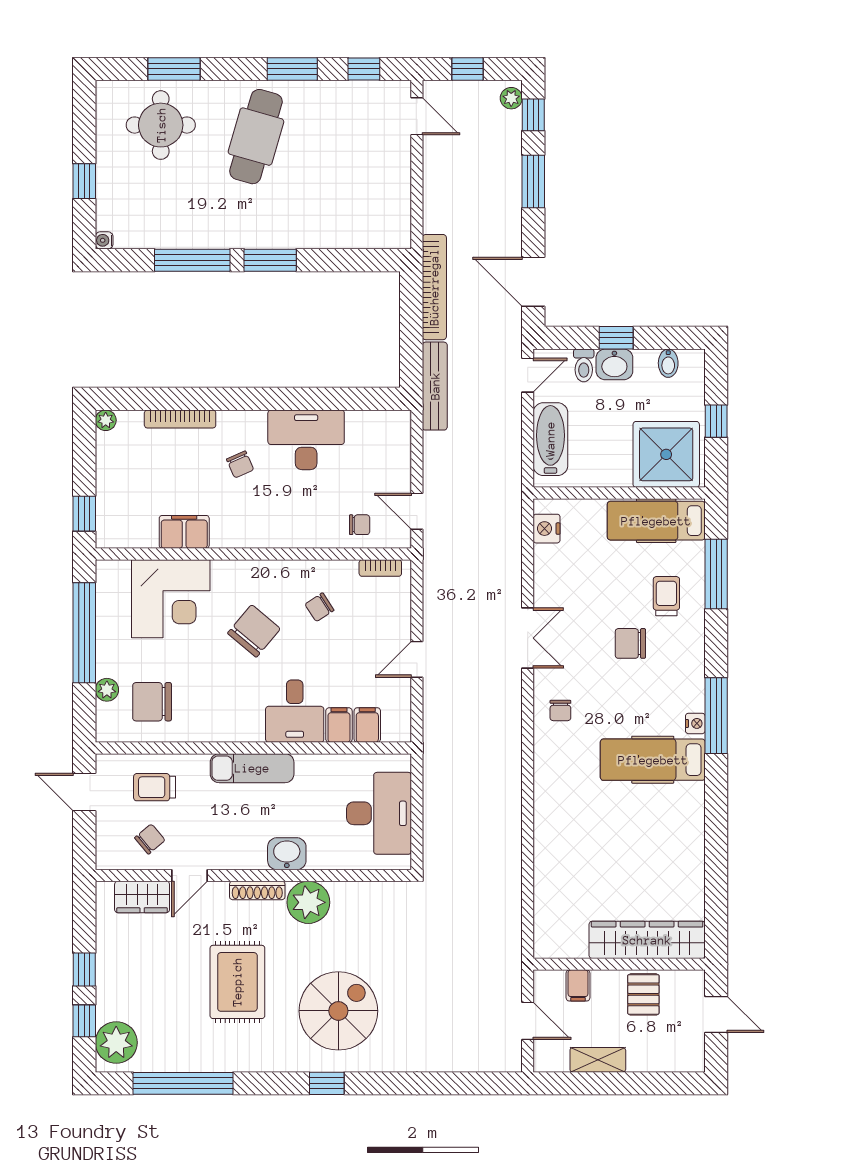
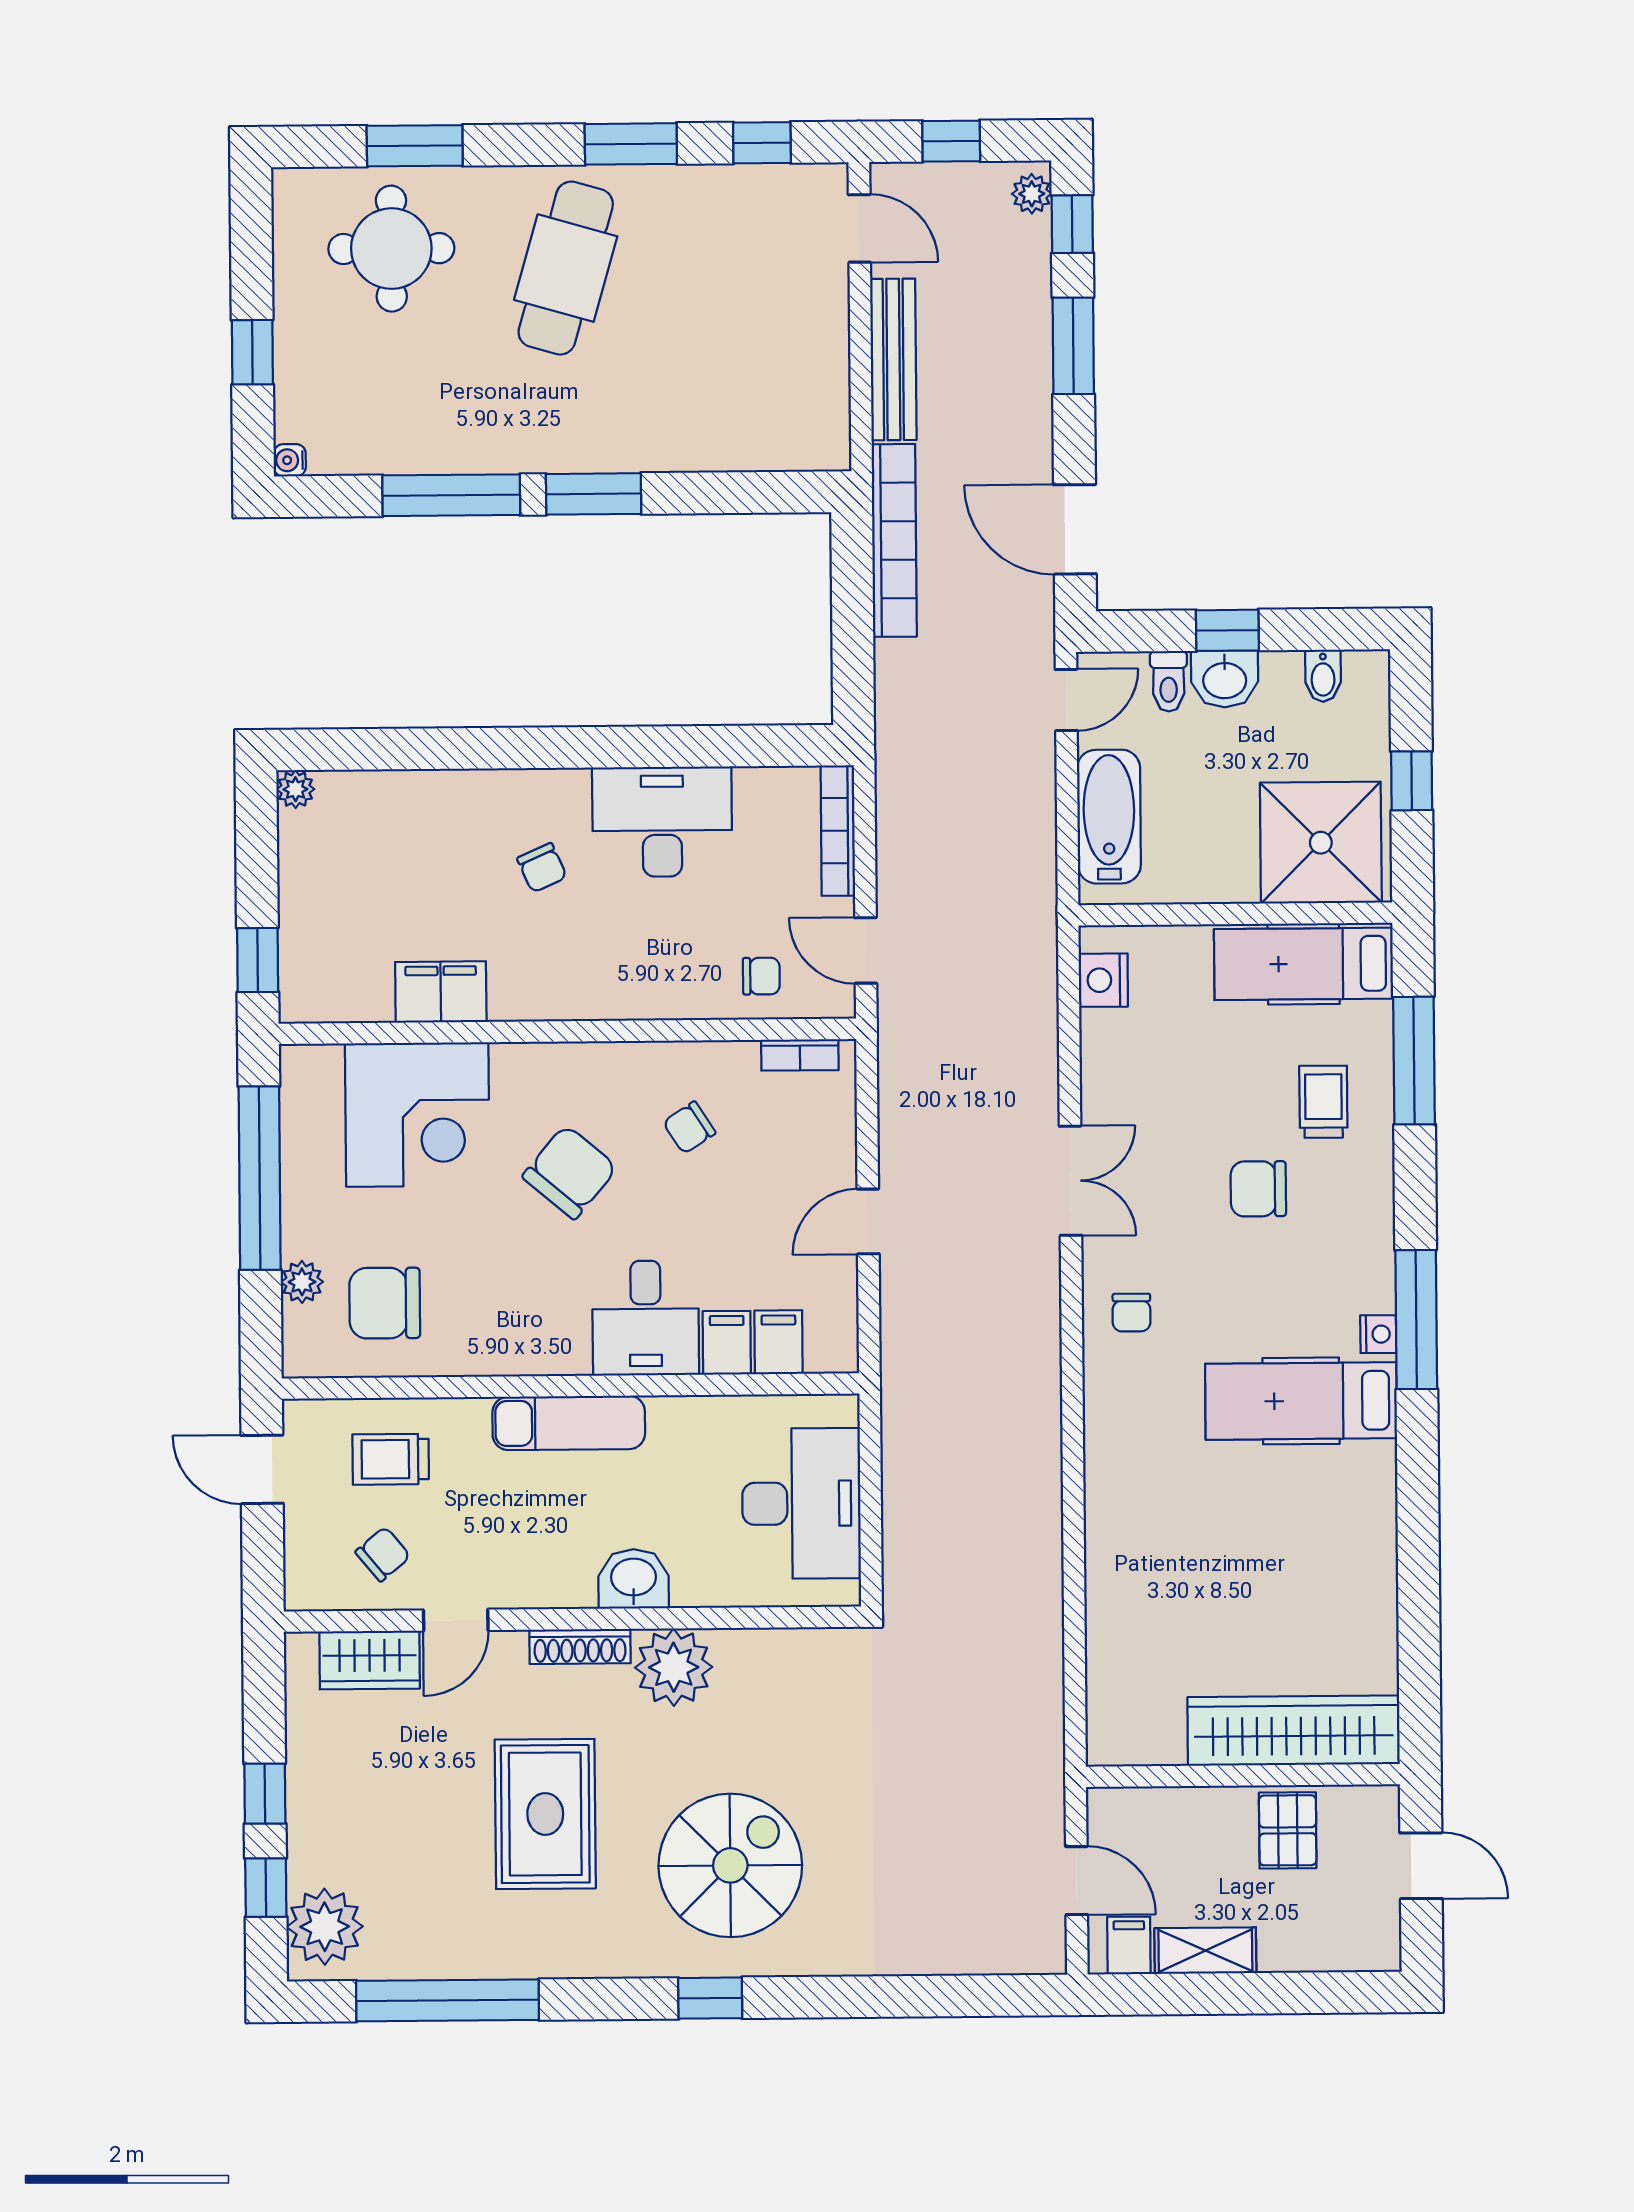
bench: (435, 386) -> (893, 359), moved
bookcase: (180, 419) -> (838, 831), moved, turned 90
filing cabinet: (578, 985) -> (1129, 1945), moved, turned 180

